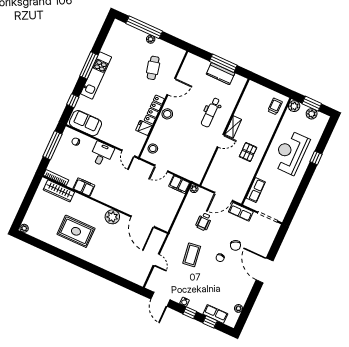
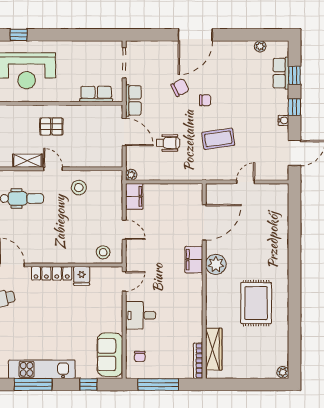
stool: (167, 114) -> (79, 188), moved
filing cabinet: (84, 187) -> (194, 260), moved

